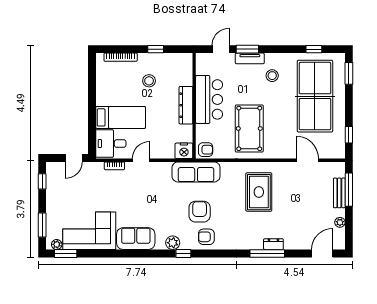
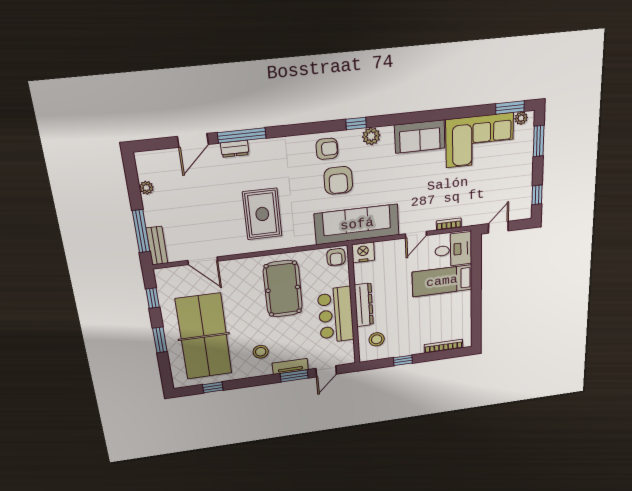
window: (349, 73) -> (160, 340), moved
stool: (149, 81) -> (377, 339), moved
armchair: (206, 150) -> (336, 257), turned -90
sofa: (196, 172) -> (357, 224), width x1.36, depth x1.27
bench: (339, 193) -> (157, 246), moved
door: (322, 253) -> (193, 140), moved

